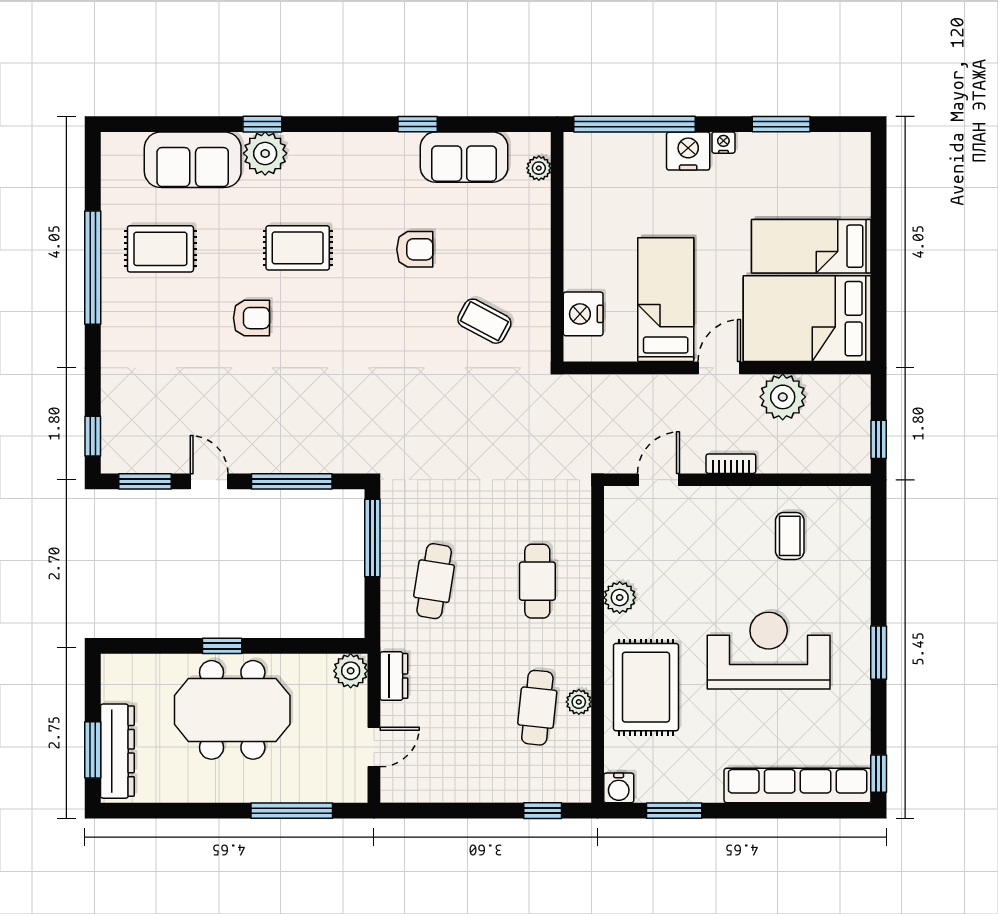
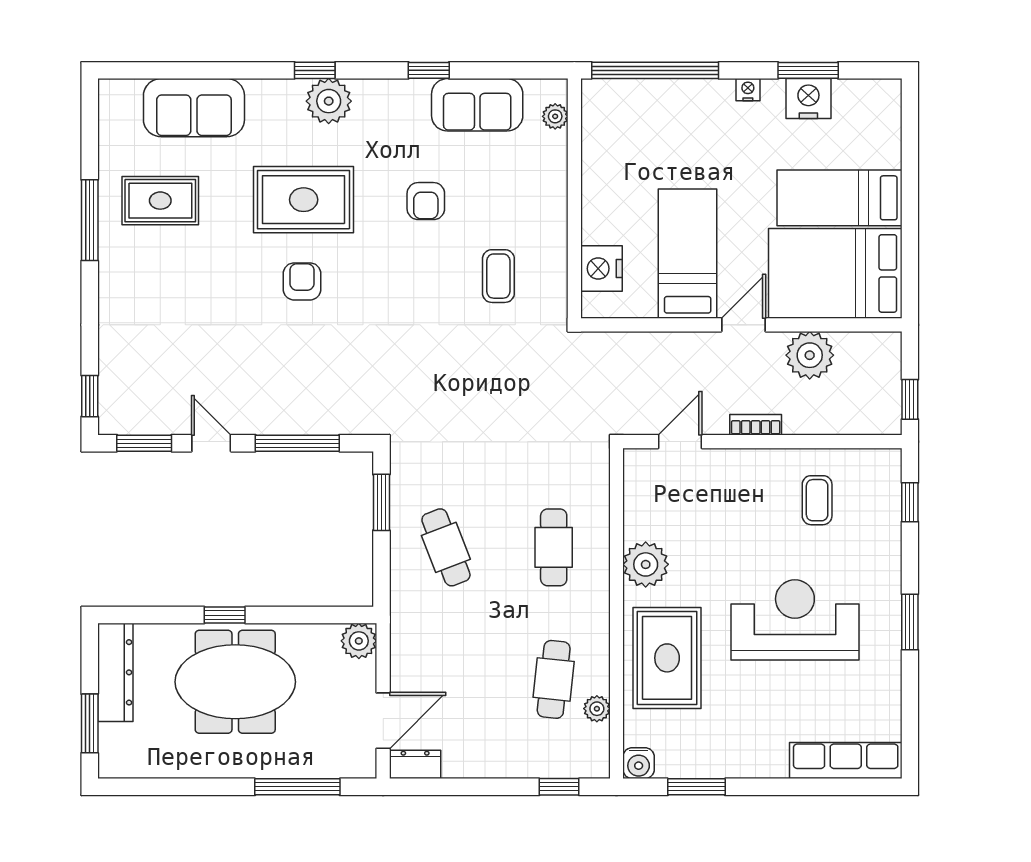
window: (262, 124) -> (315, 70), moved
nightstand: (688, 151) -> (808, 99), moved
plant: (265, 153) -> (329, 101), moved
rug: (298, 248) -> (304, 200), width x1.36, depth x1.43
armchair: (415, 249) -> (426, 201), turned 90
window: (93, 268) -> (90, 220), width x0.68
armchair: (252, 318) -> (302, 281), moved, turned -90
coffee table: (484, 321) -> (498, 276), turned 62
window: (372, 538) -> (381, 502), width x0.69
cafe table: (434, 581) -> (446, 547), turned -30
plant: (620, 598) -> (646, 564), width x1.36, depth x1.36
dresser: (394, 676) -> (415, 764), moved, turned -90
plant: (579, 702) -> (597, 709), moved
door: (374, 747) -> (383, 721), width x1.38
dresser: (117, 751) -> (115, 672), moved
window: (879, 774) -> (910, 502), moved
row of seats: (798, 785) -> (846, 761), width x0.73

